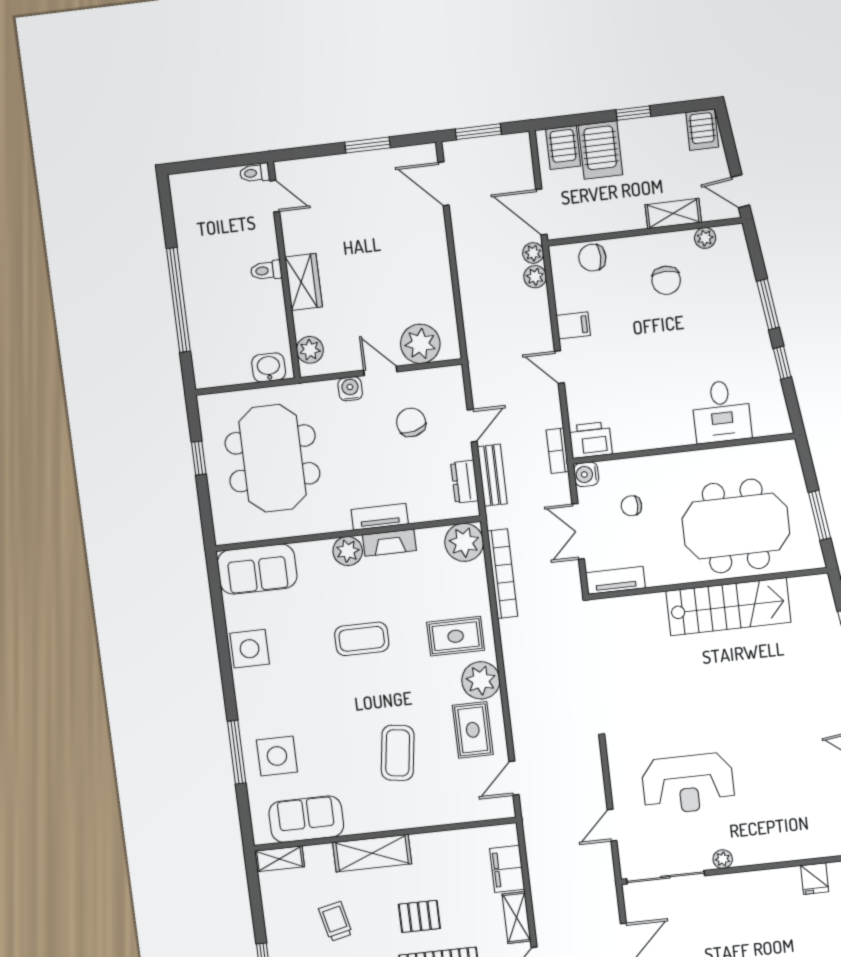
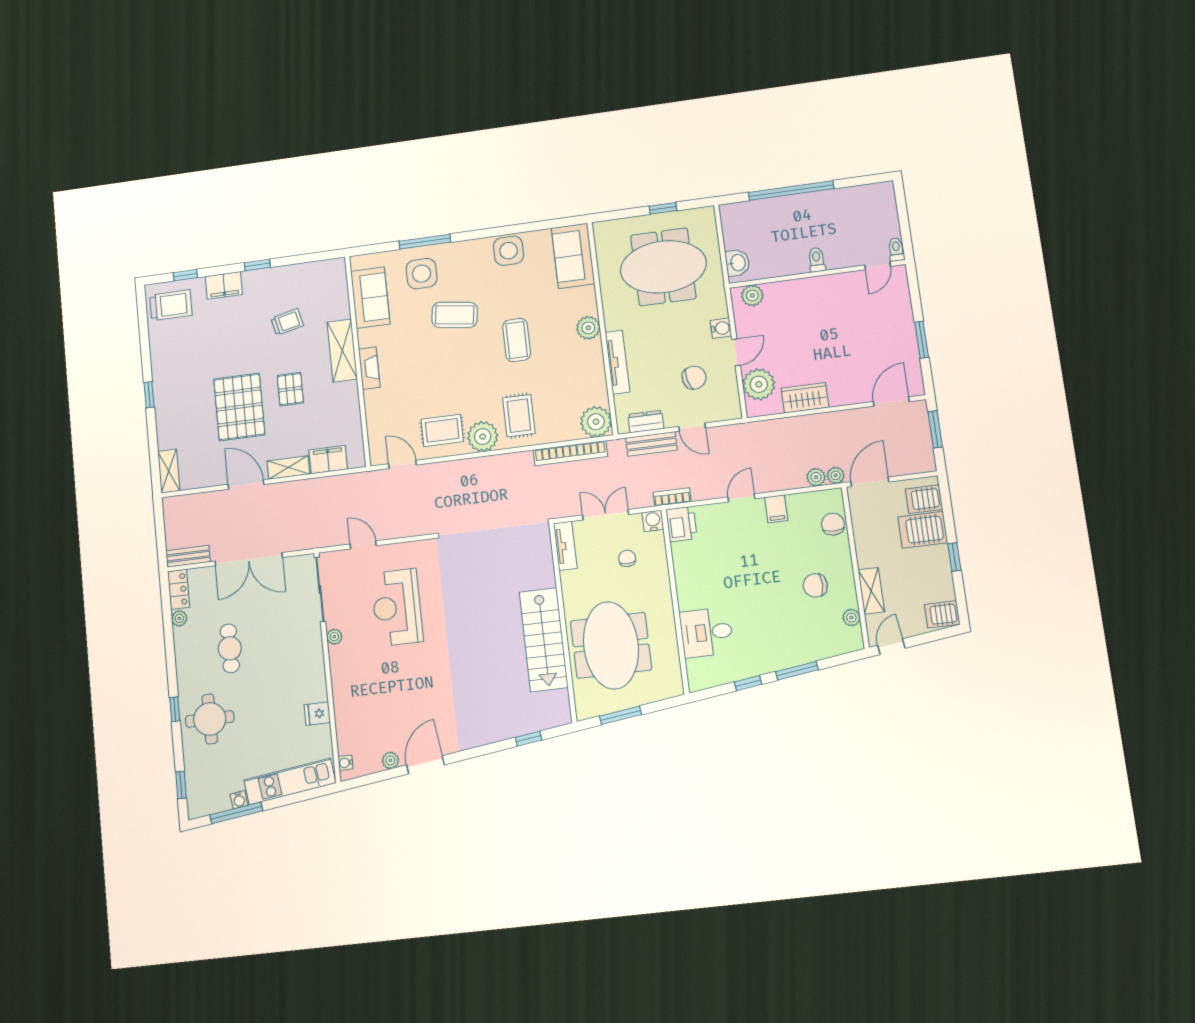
wardrobe: (304, 282) -> (805, 398), moved, turned 180
tv unit: (380, 517) -> (617, 362), width x1.41
fireplace: (389, 543) -> (369, 368), moved, turned 180
coffee table: (398, 753) -> (455, 315), moved
shelving: (279, 859) -> (338, 277), removed

